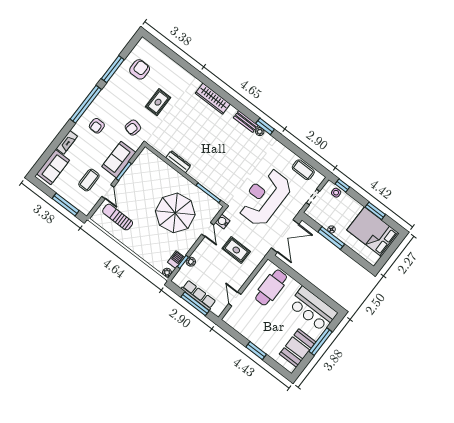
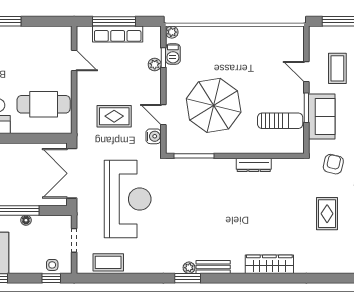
sun lounger: (118, 217) -> (280, 121), moved
cafe table: (271, 287) -> (44, 104), turned 90

